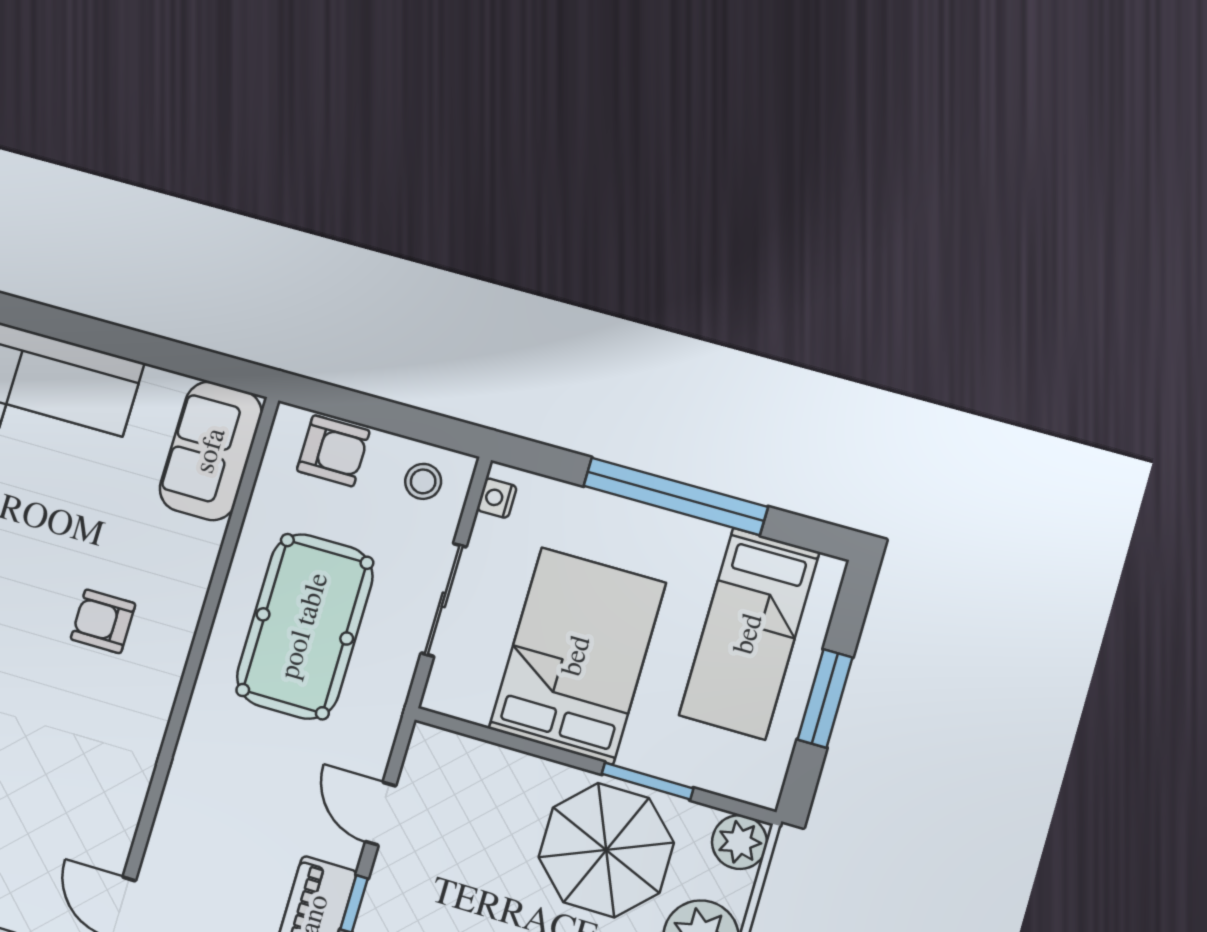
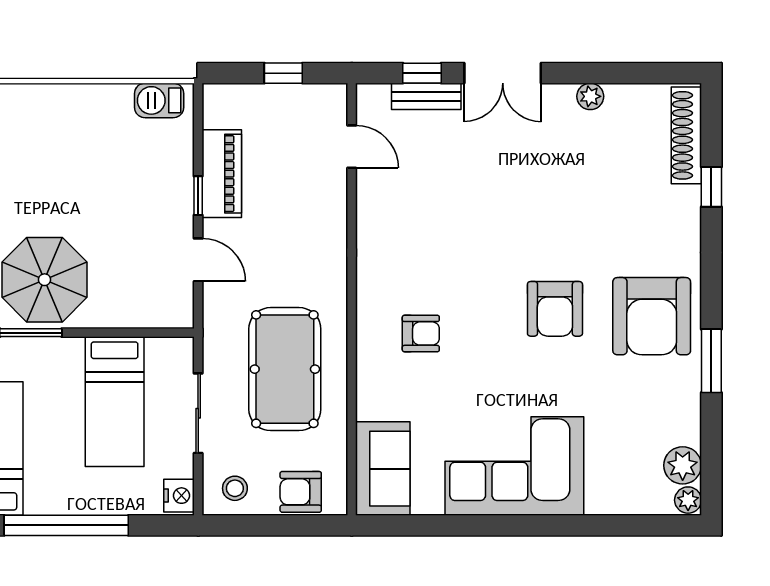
nightstand: (497, 498) -> (179, 496), width x1.39, depth x1.35
bed: (577, 656) -> (115, 402), width x0.67

